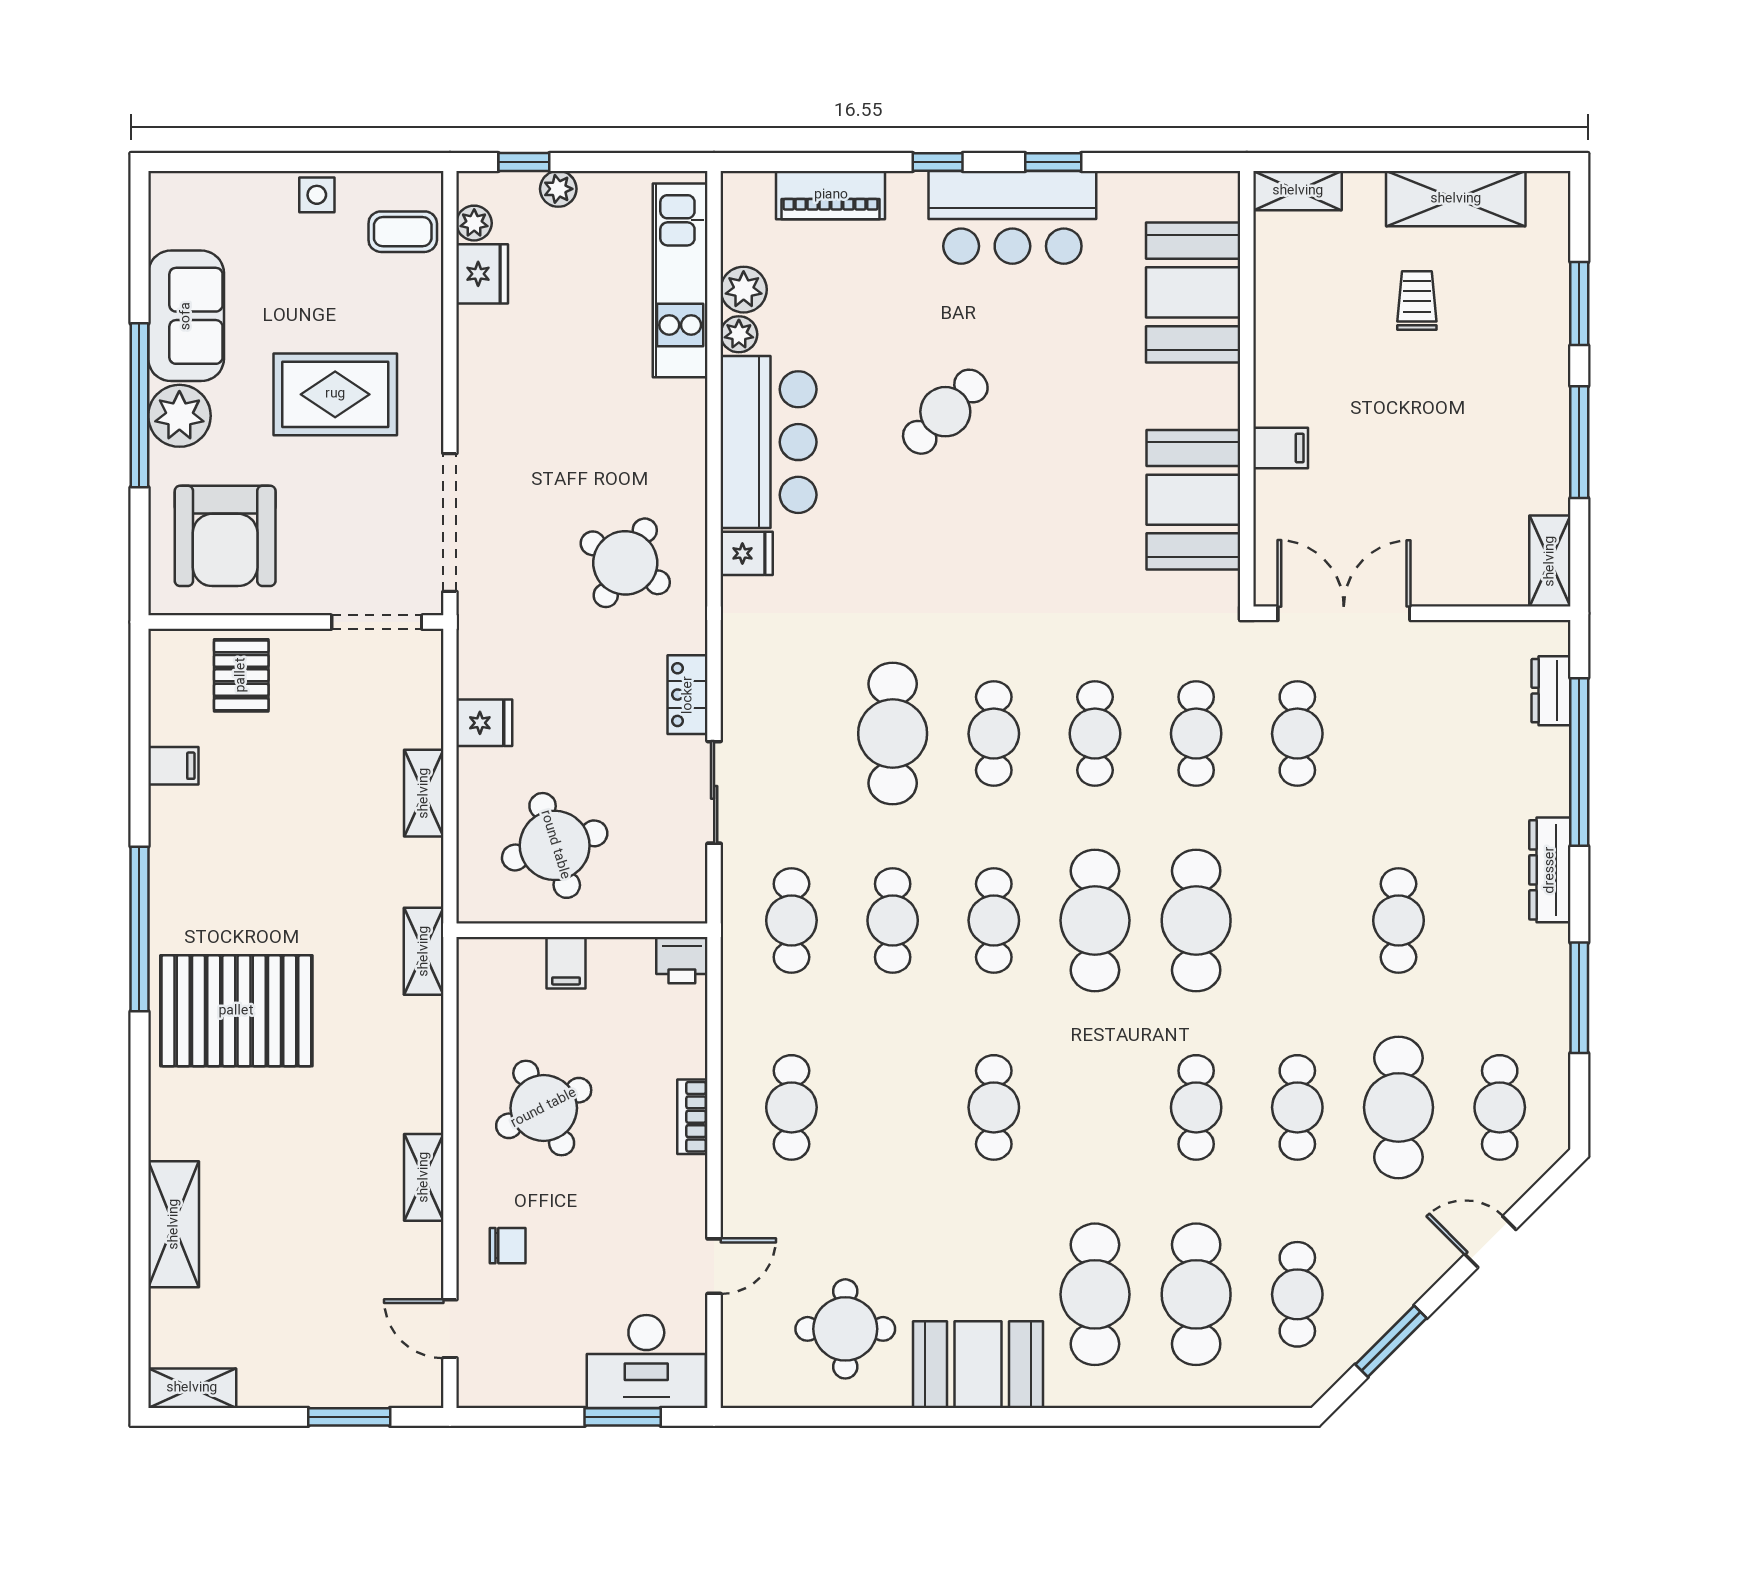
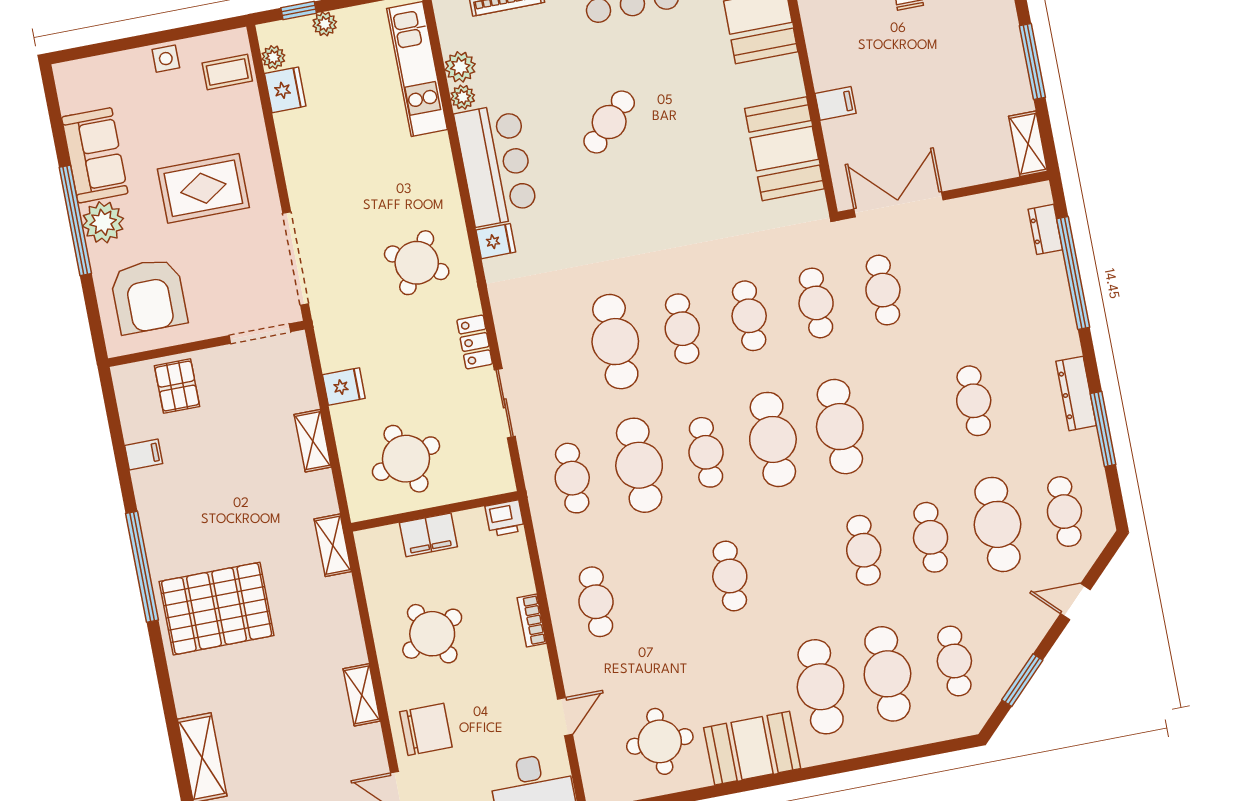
dresser: (1550, 870) -> (1076, 393), moved
cafe table: (893, 920) -> (639, 465), width x1.37, depth x1.35
filing cabinet: (566, 963) -> (428, 535), width x2.00
chair: (508, 1246) -> (426, 729), width x1.87, depth x1.87

